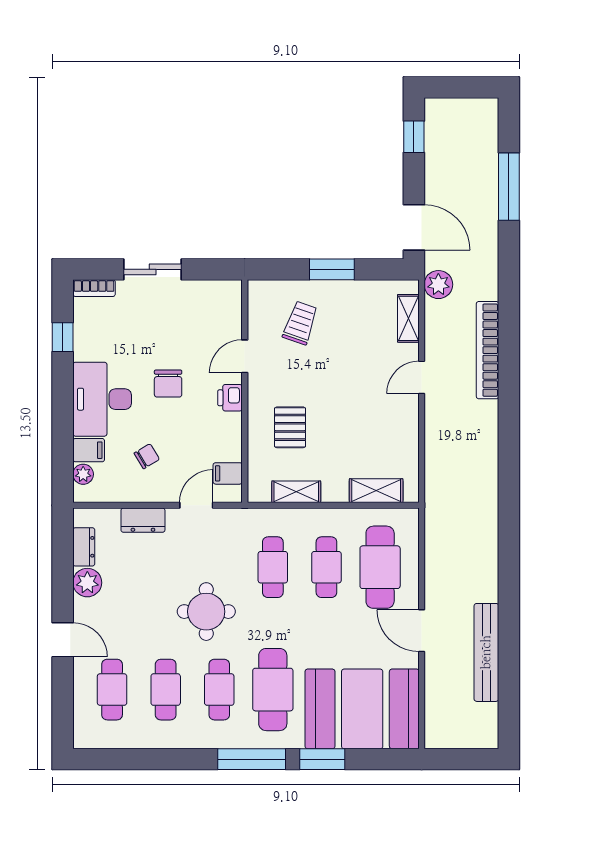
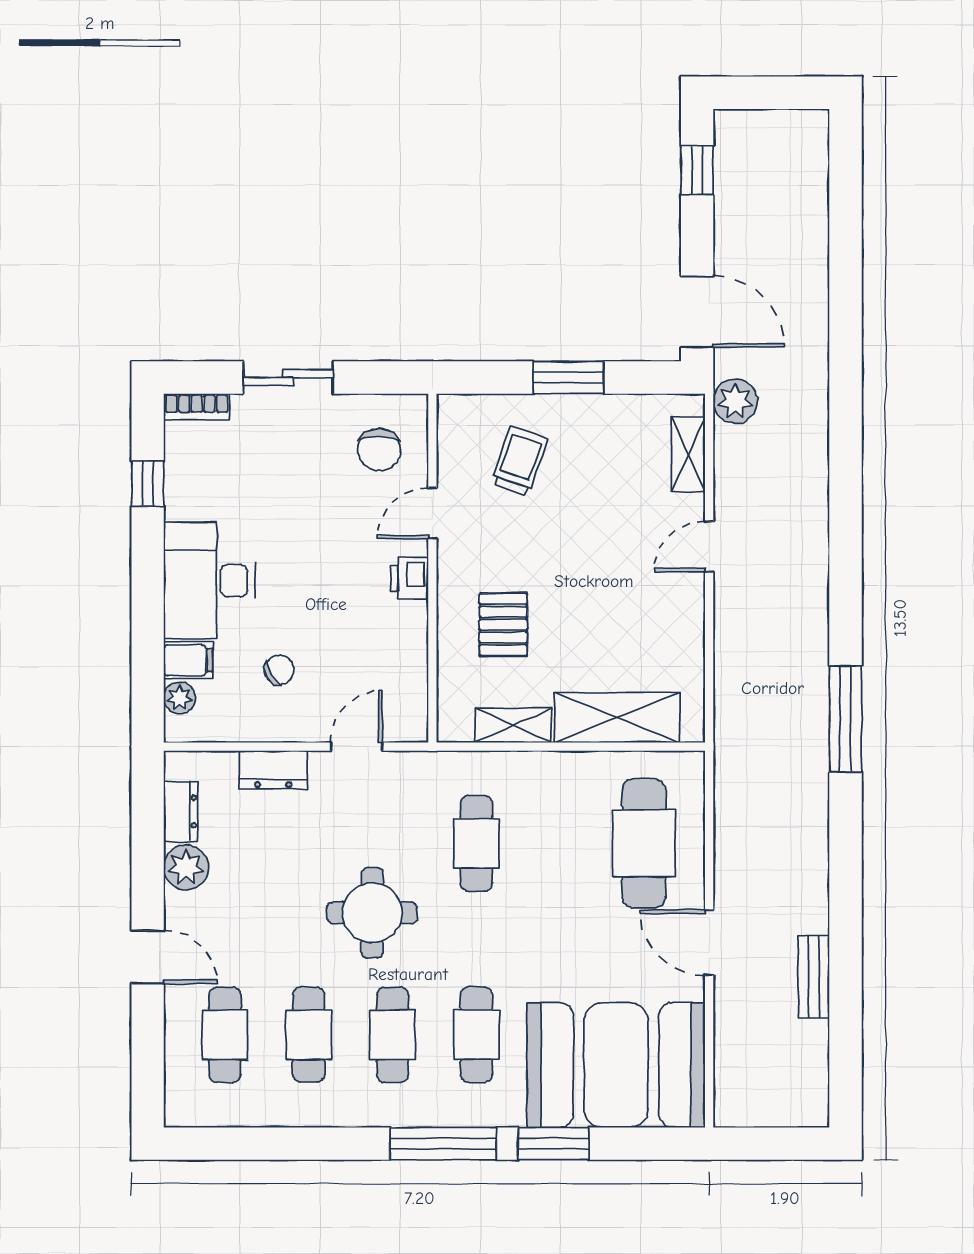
window: (509, 187) -> (846, 719), moved
bookcase: (488, 350) -> (812, 504), removed
chair: (168, 384) -> (379, 450), moved
filing cabinet: (228, 473) -> (406, 697), removed
shelving: (376, 491) -> (617, 717), width x1.50, depth x1.33
cafe table: (326, 567) -> (560, 843), removed
bench: (486, 652) -> (814, 977), width x0.54, depth x0.82
cafe table: (273, 690) -> (476, 1035), width x0.73, depth x0.74

